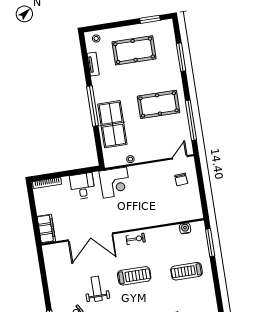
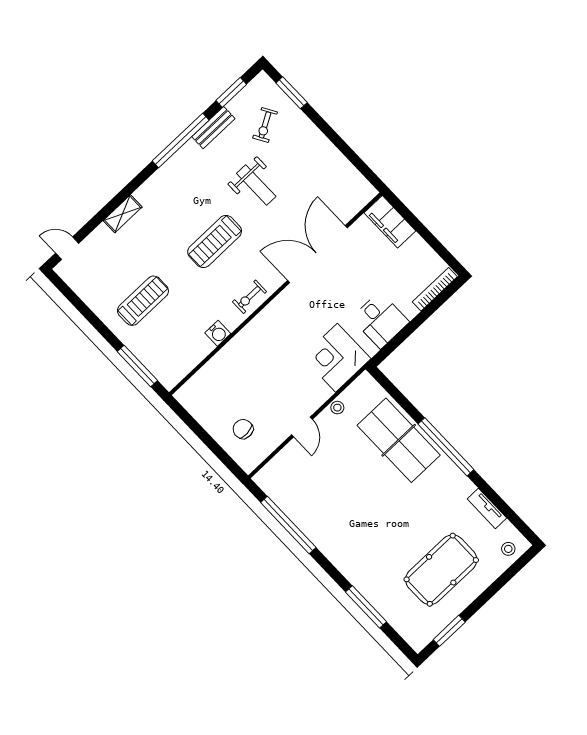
pool table: (158, 104) -> (351, 515), removed
door: (180, 157) -> (302, 427), moved
water cooler: (185, 228) -> (218, 333), moved

